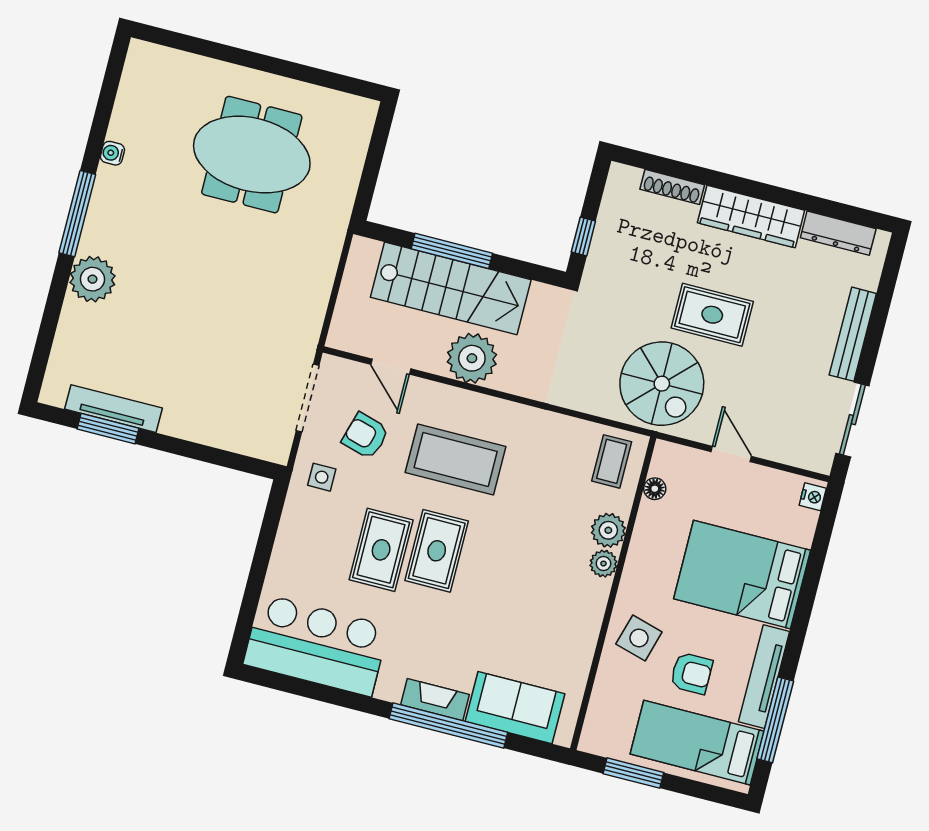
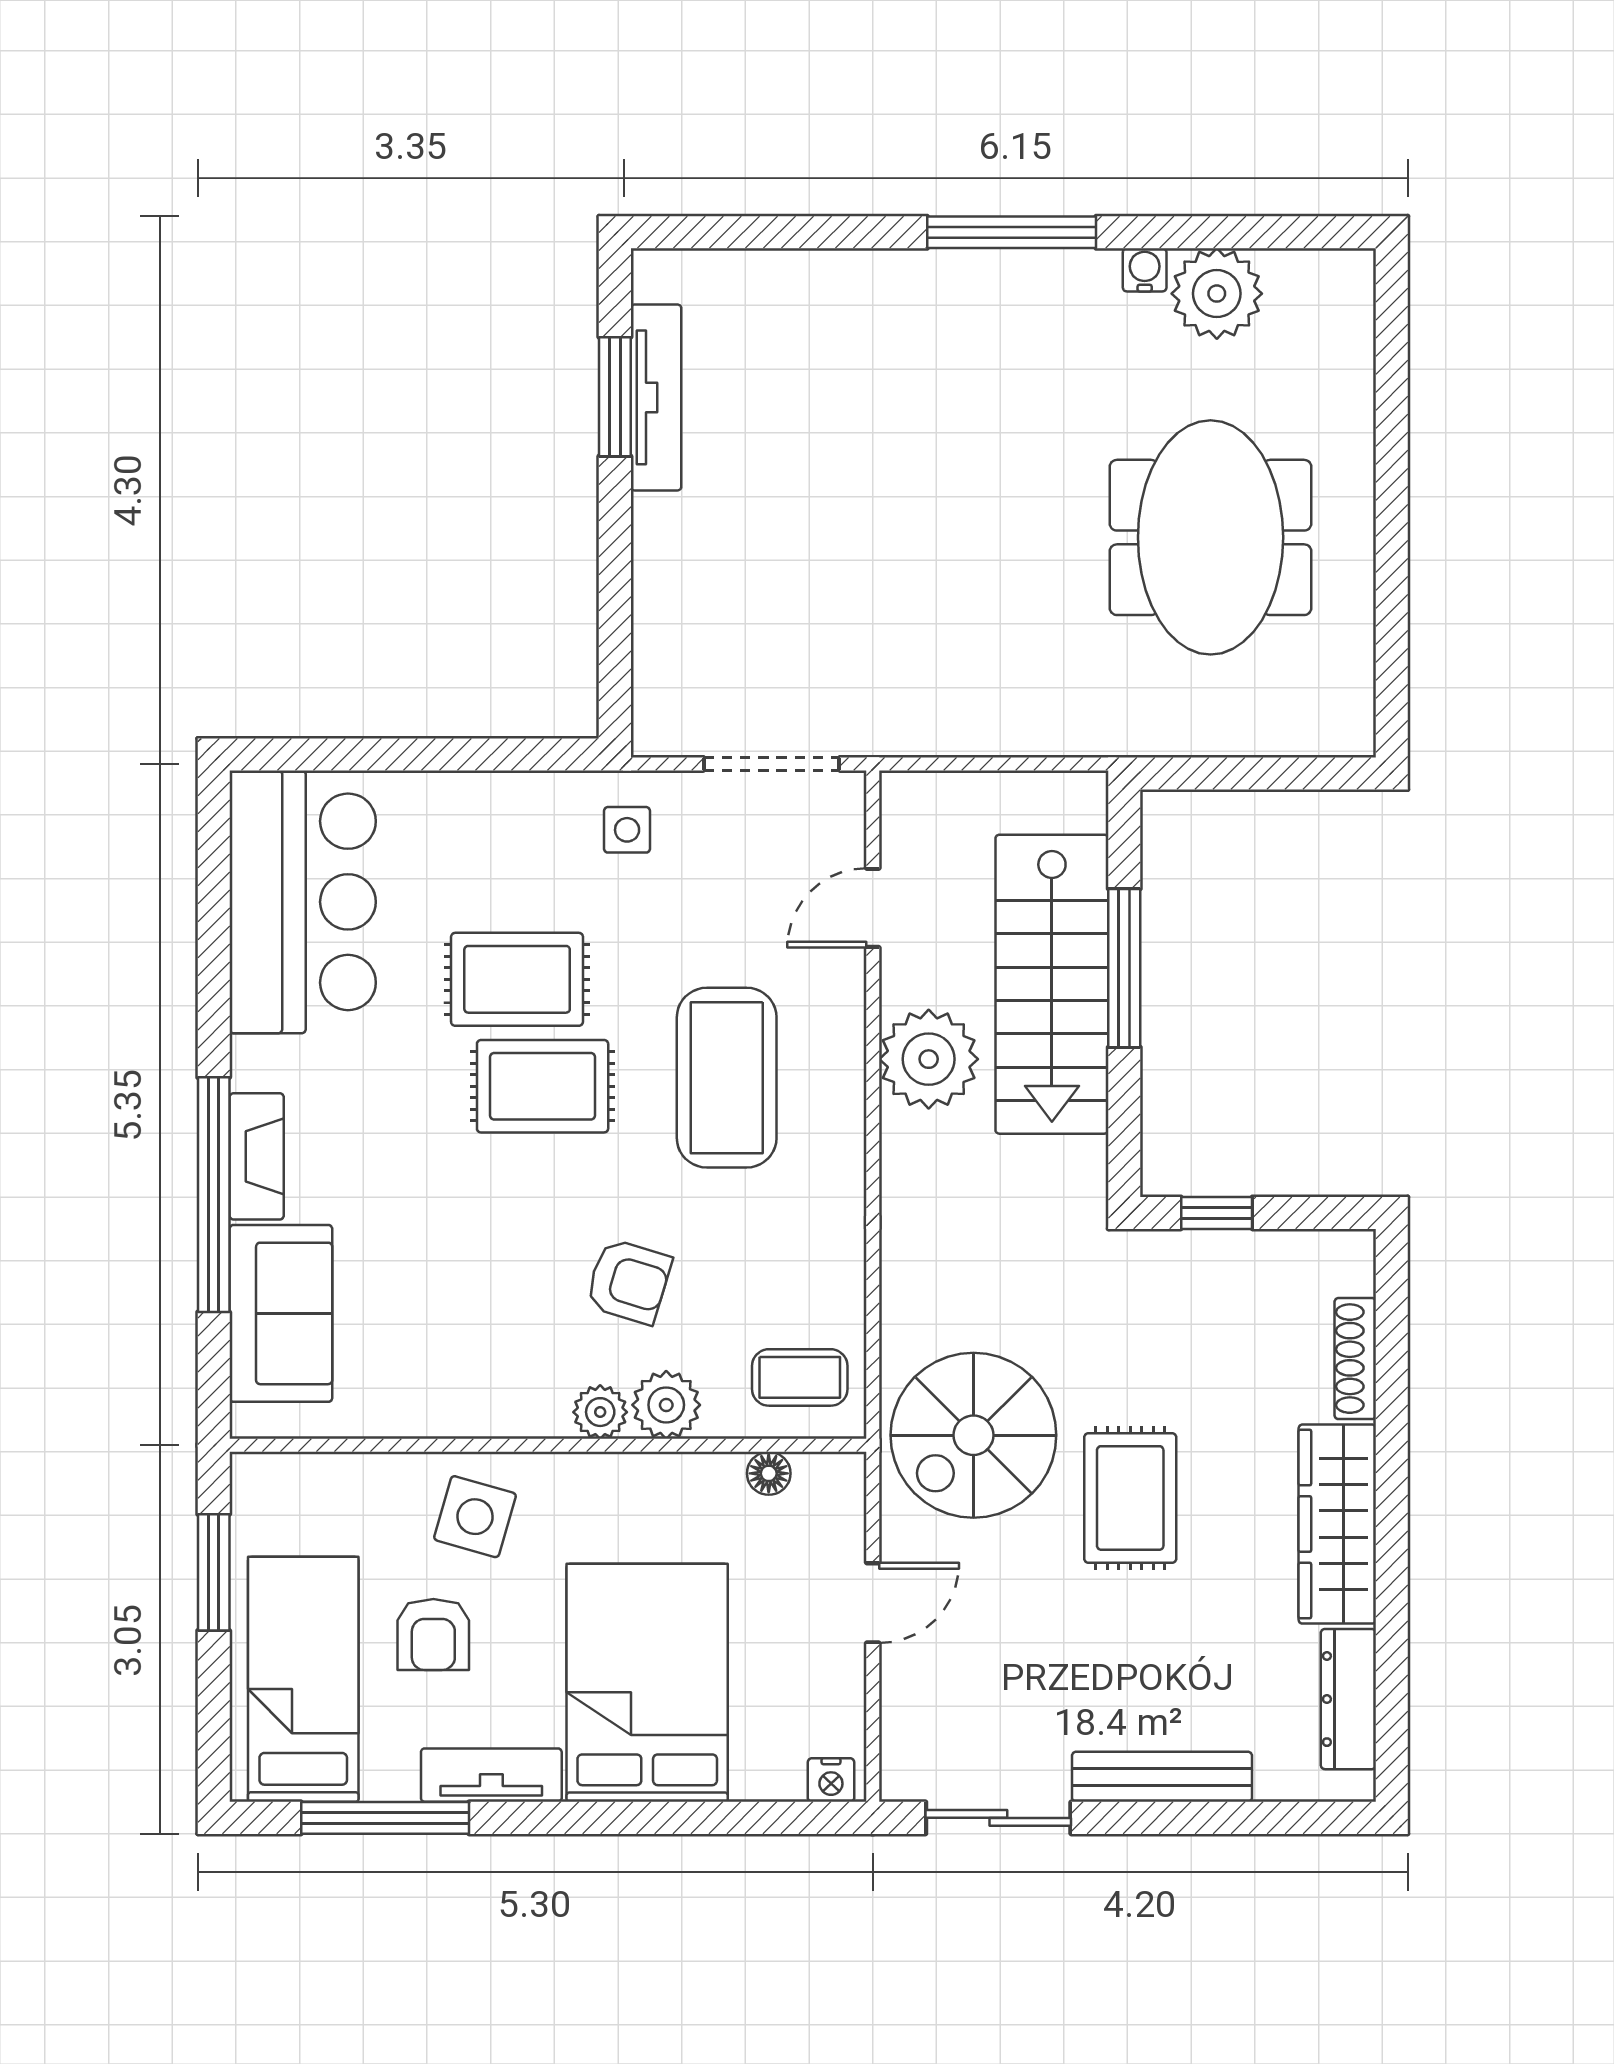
plant: (92, 279) -> (1217, 294), moved
armchair: (365, 436) -> (628, 1281), moved, turned 91
tv unit: (764, 677) -> (491, 1775), width x0.71

